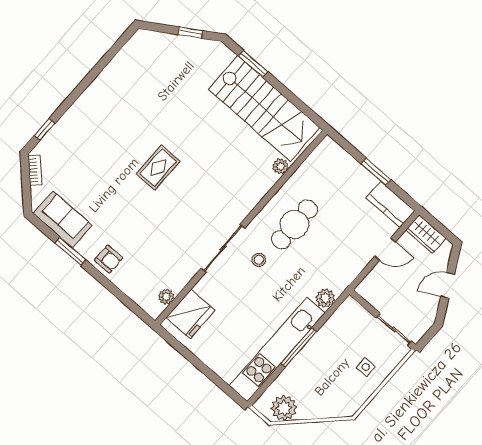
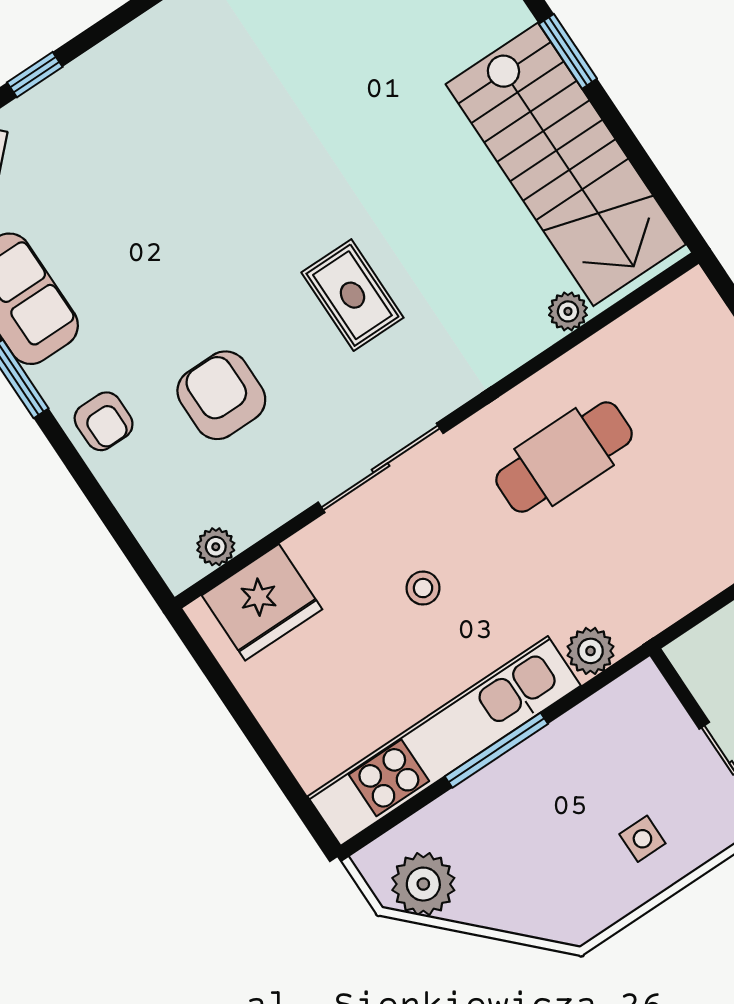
rug: (158, 167) -> (352, 295), moved, turned 90
armchair: (152, 236) -> (221, 395), added
stool: (259, 260) -> (423, 588), moved

